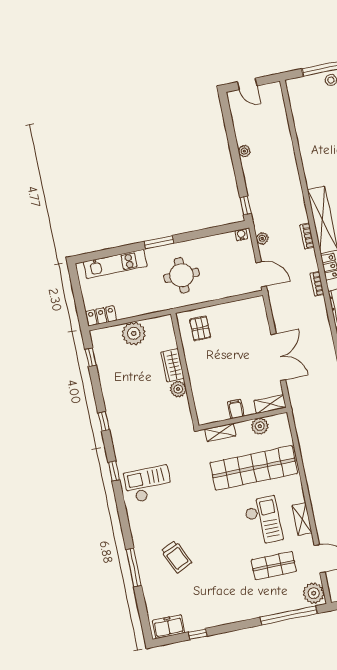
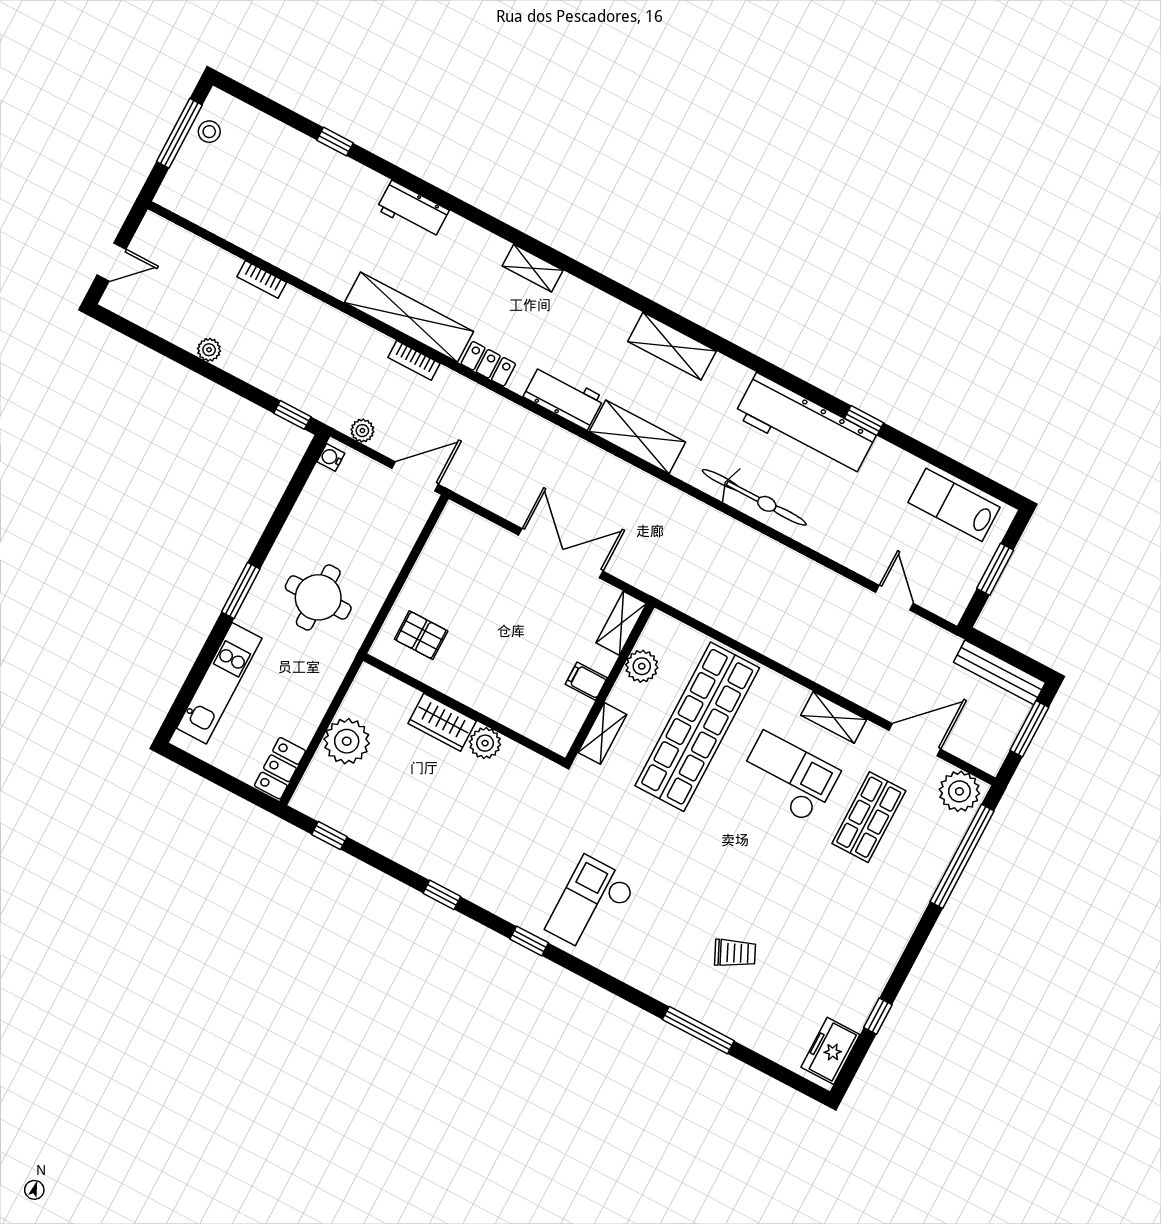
bookcase: (317, 284) -> (262, 279), moved
trolley: (176, 557) -> (735, 953), width x0.73, depth x0.72

